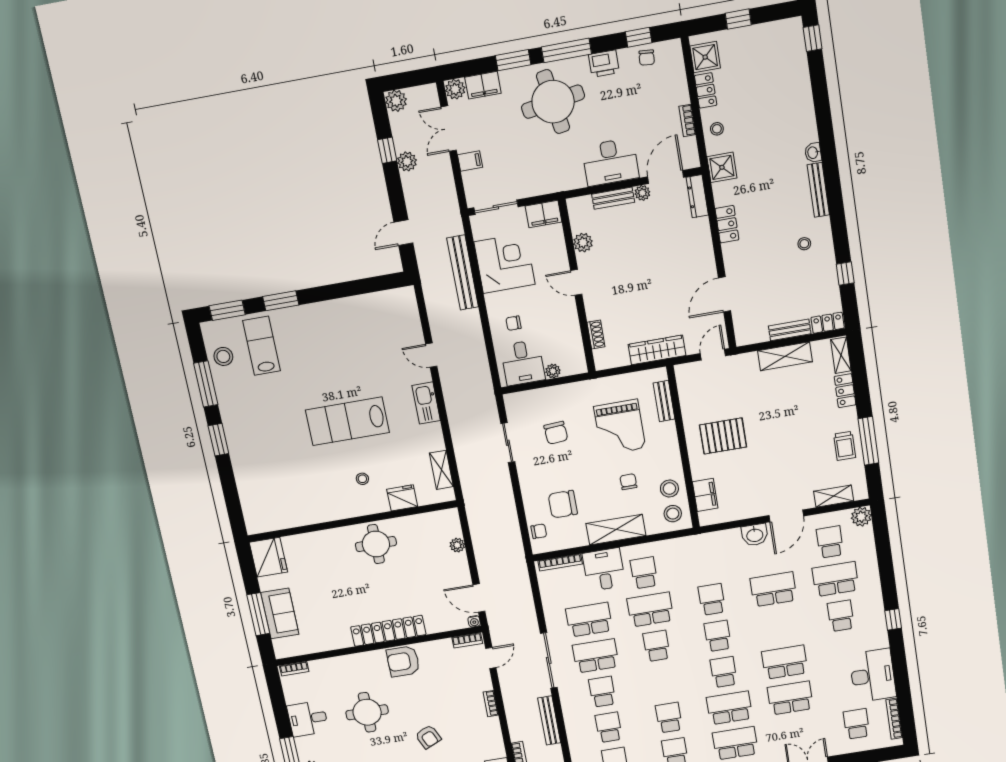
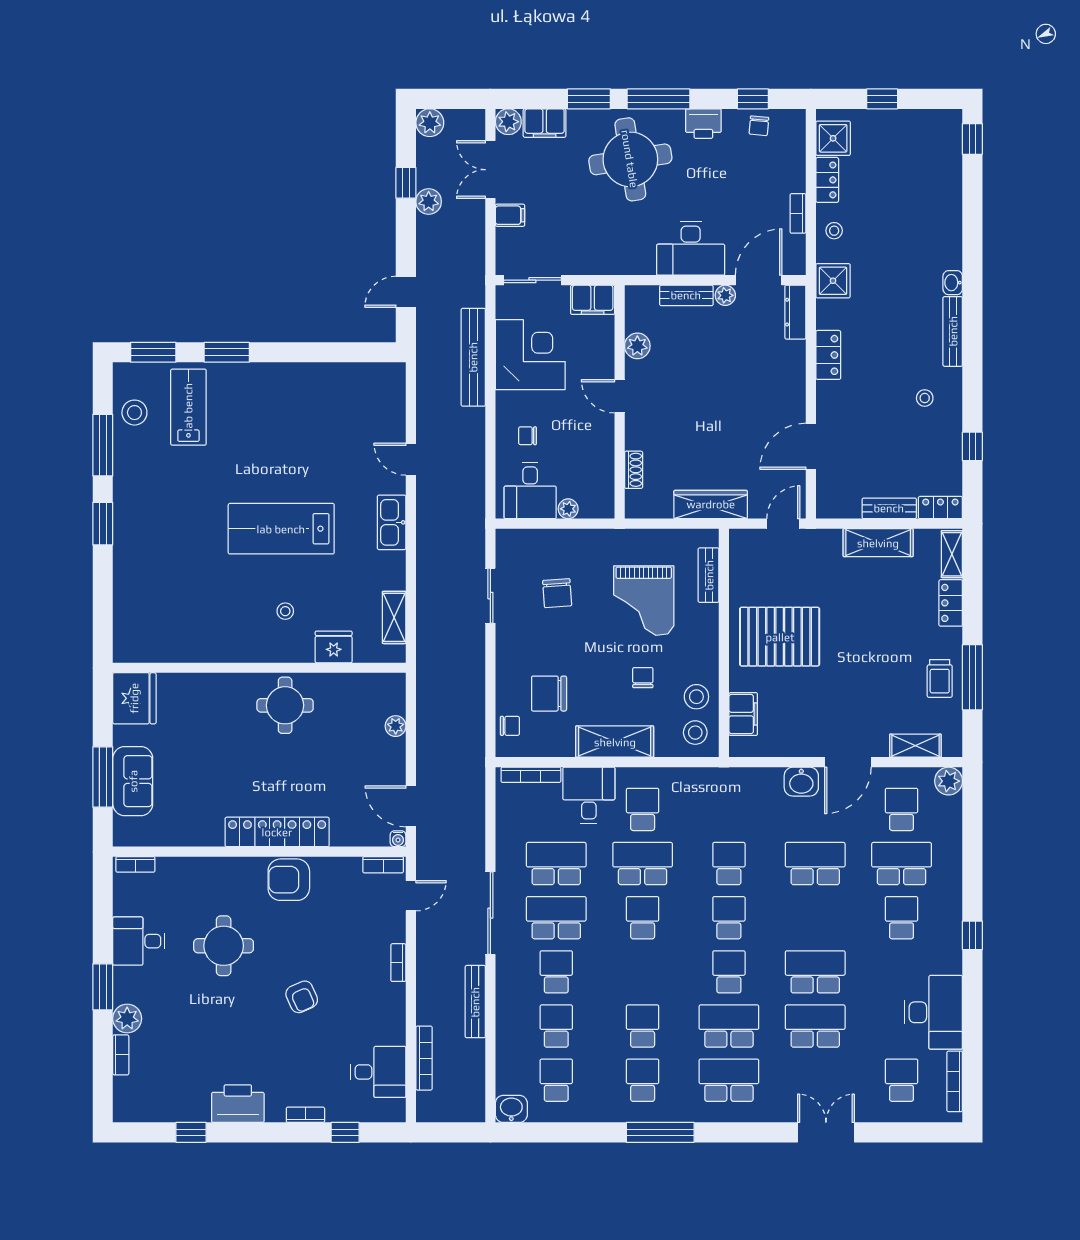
pallet: (723, 436) -> (780, 637), width x1.37, depth x1.41

